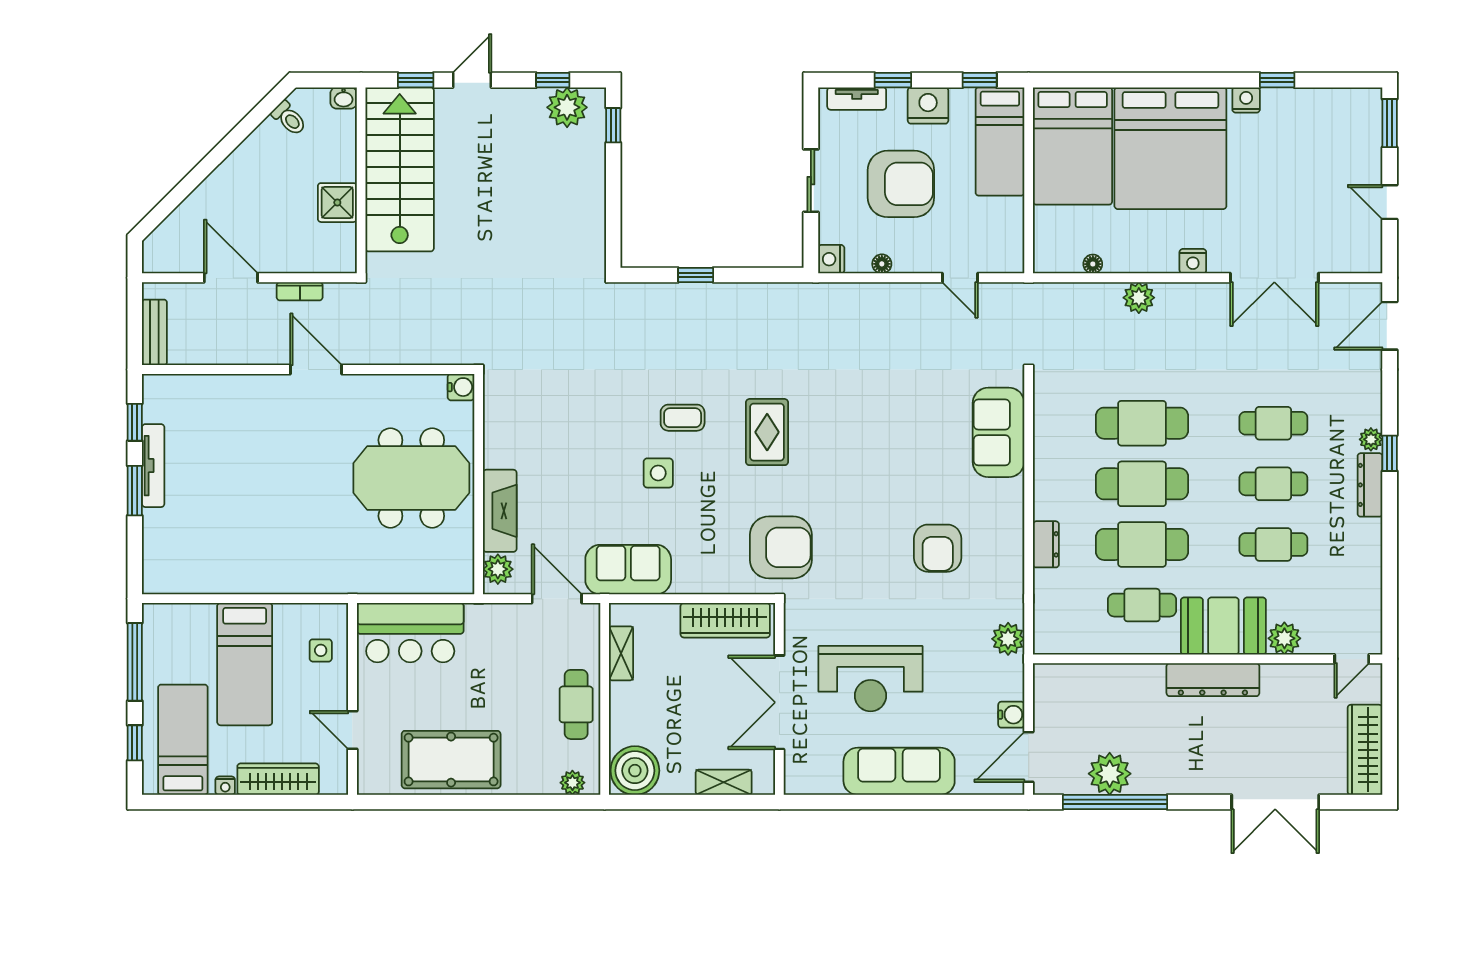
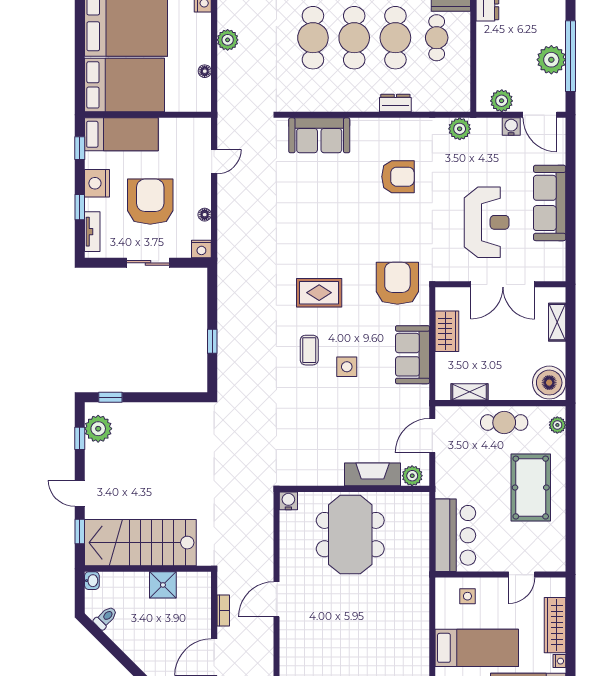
sofa: (628, 570) -> (412, 355), moved
wardrobe: (725, 620) -> (447, 331), width x0.67
plant: (1049, 701) -> (502, 101), added
pool table: (451, 760) -> (531, 488), moved

